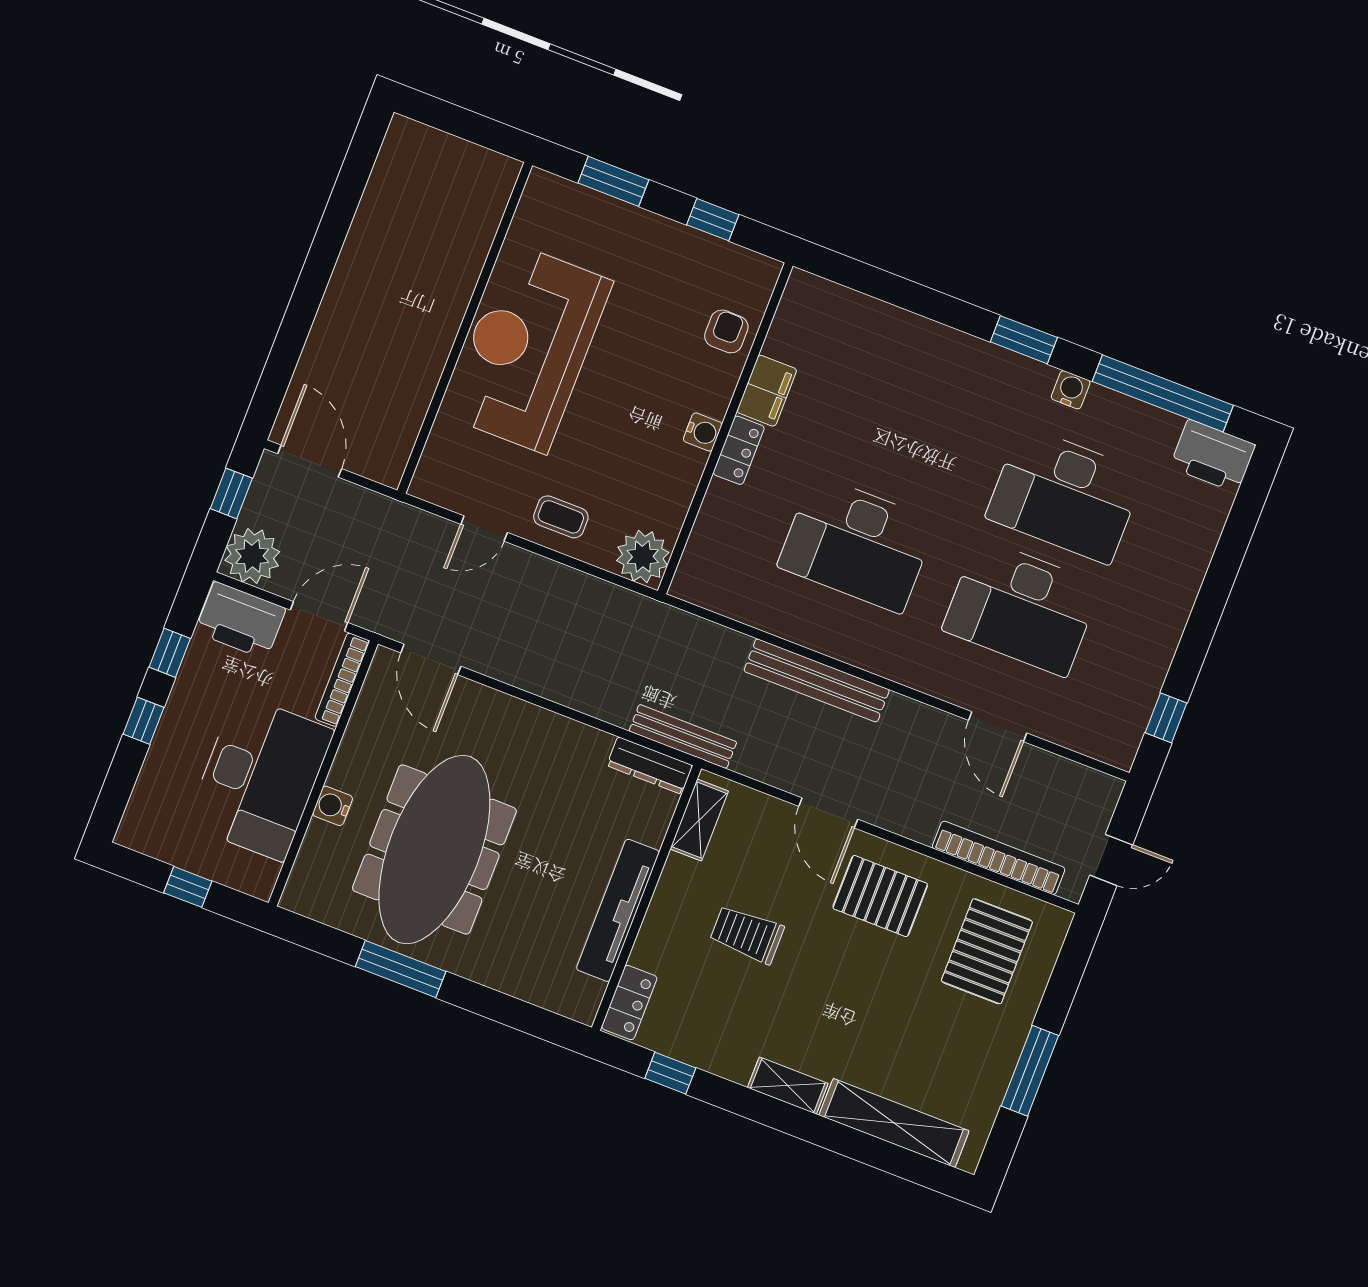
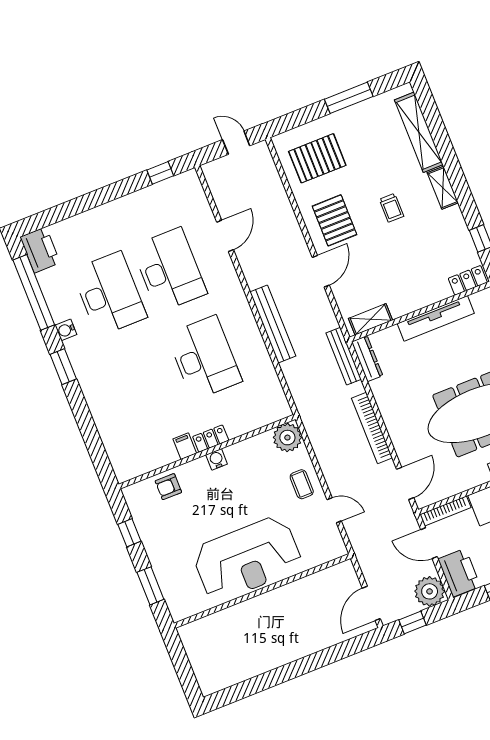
filing cabinet: (767, 391) -> (185, 446), width x0.50
bookcase: (999, 858) -> (372, 428), moved
trolley: (747, 934) -> (392, 208), moved, width x0.73, depth x0.72

